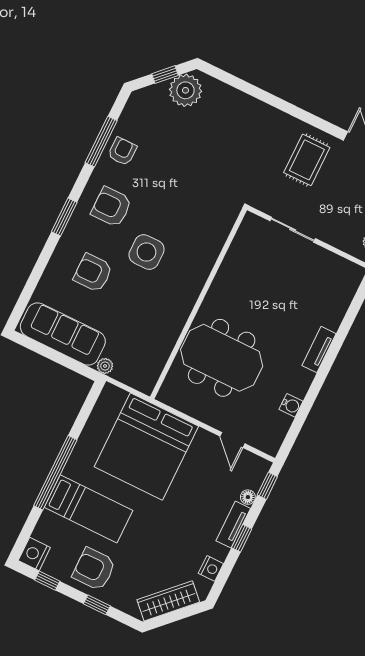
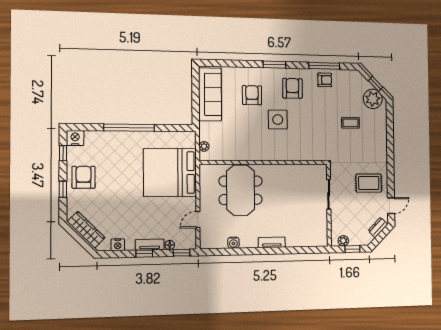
coffee table: (204, 143) -> (350, 123), added
plant: (105, 366) -> (204, 146), moved
bed: (89, 509) -> (117, 157), removed

